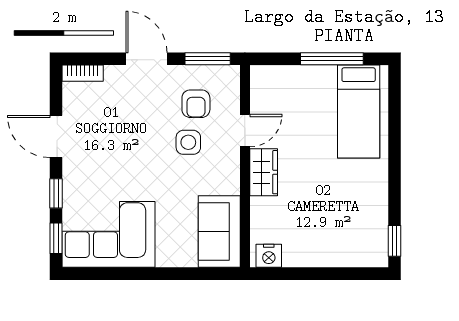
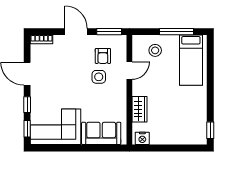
stool: (292, 93) -> (155, 50), added
wardrobe: (264, 172) -> (140, 109), moved
sofa: (219, 231) -> (101, 133), moved, turned 90

